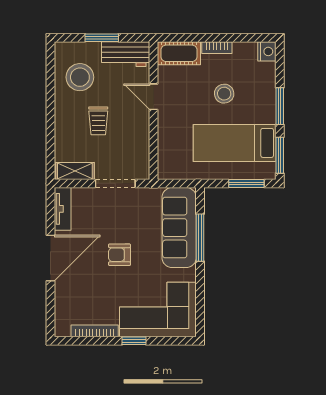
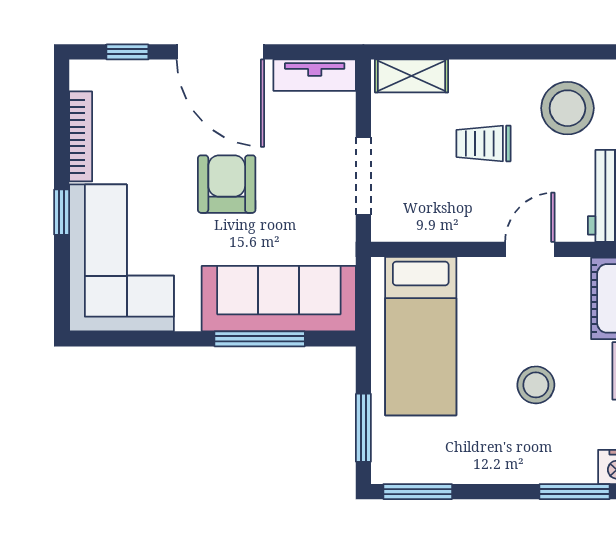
window: (280, 106) -> (575, 492), moved
bed: (235, 143) -> (421, 336), moved, turned 180
shelving: (75, 171) -> (412, 76), moved, turned 90
armchair: (119, 255) -> (227, 184), width x1.38, depth x1.38
window: (51, 306) -> (127, 52), added

